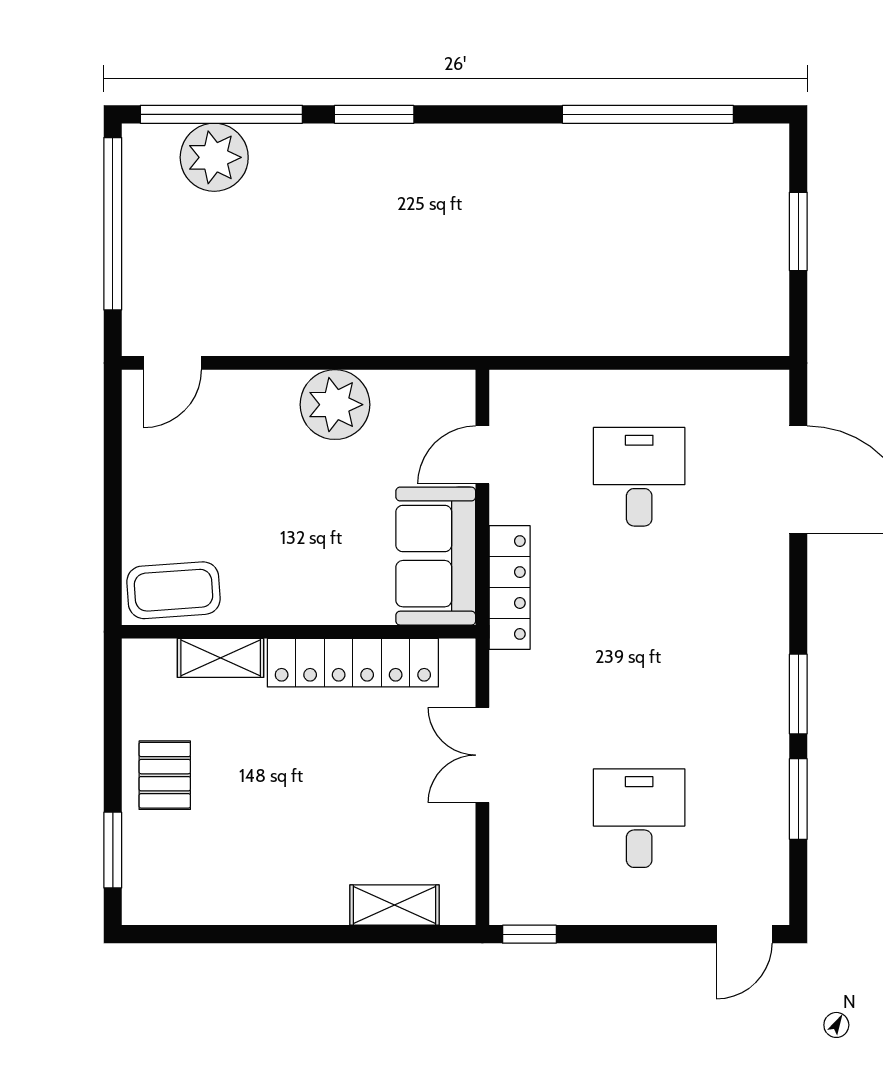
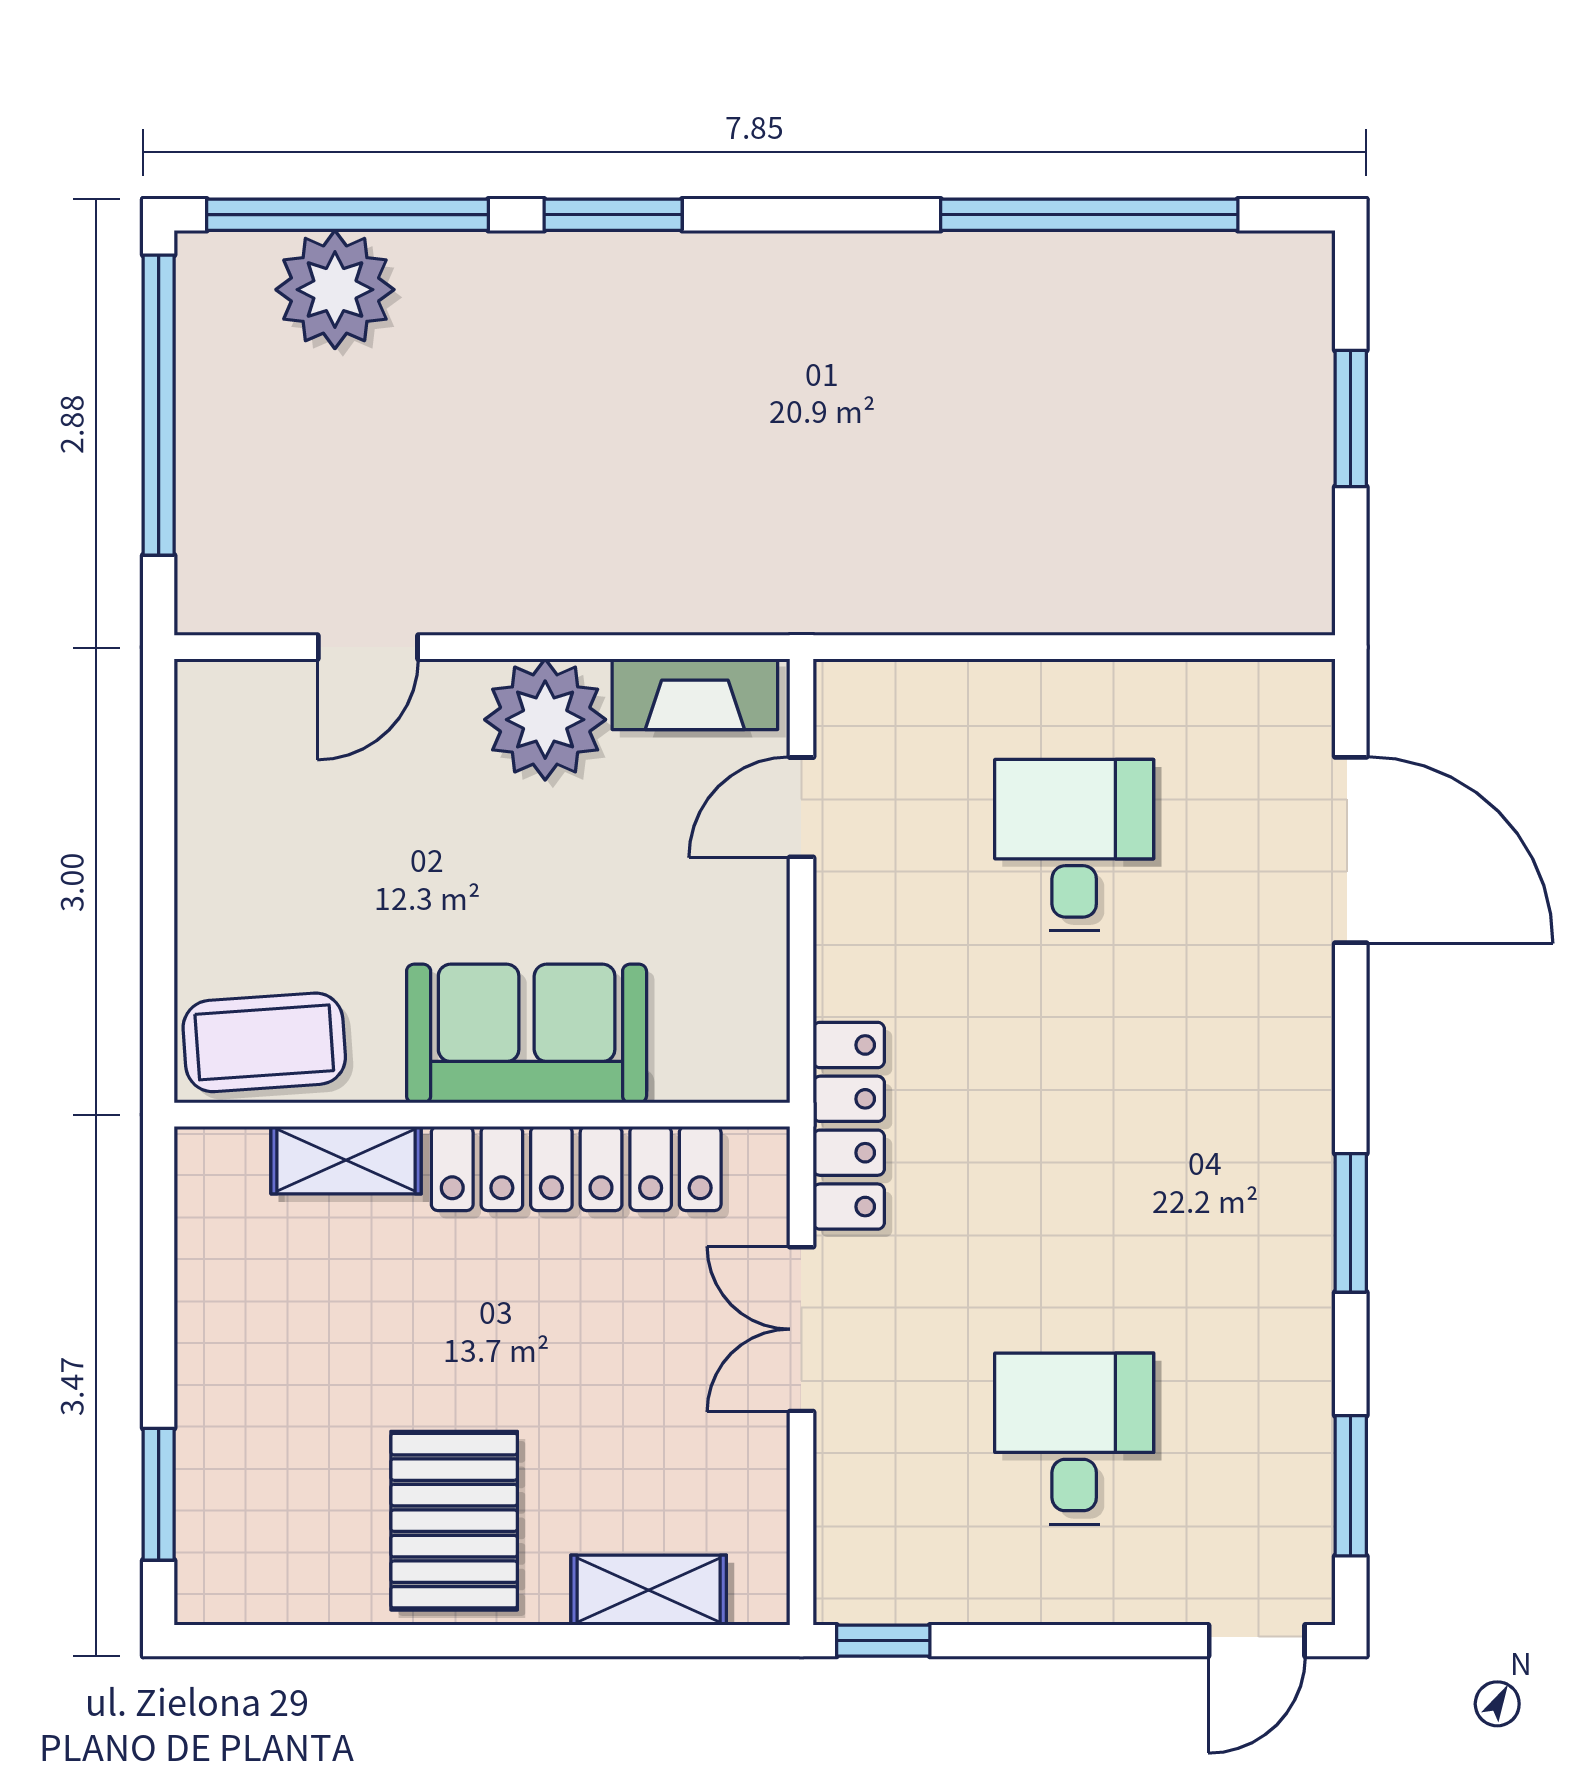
door: (172, 363) -> (368, 647), moved
fireplace: (421, 390) -> (695, 694), added
sofa: (436, 556) -> (527, 1034), moved, turned 90
locker: (510, 588) -> (849, 1126), moved
pallet: (165, 775) -> (454, 1521), moved, width x1.50, depth x1.42
window: (798, 799) -> (1351, 1486), moved

